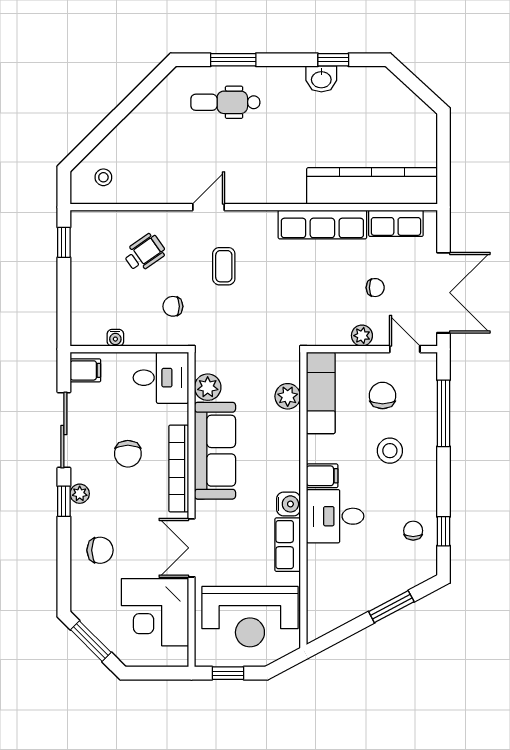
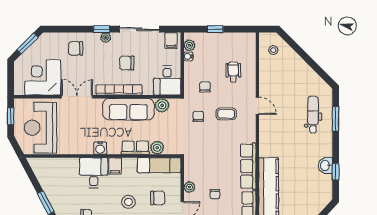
window: (64, 242) -> (215, 29), moved
wheelchair: (145, 253) -> (233, 72), turned -145
chair: (228, 319) -> (198, 116), added
plant: (94, 335) -> (189, 45), added
row of seats: (288, 545) -> (135, 148), moved
chair: (100, 550) -> (76, 48), turned 90

